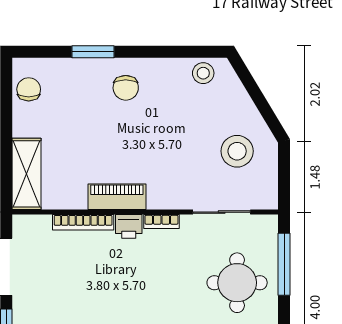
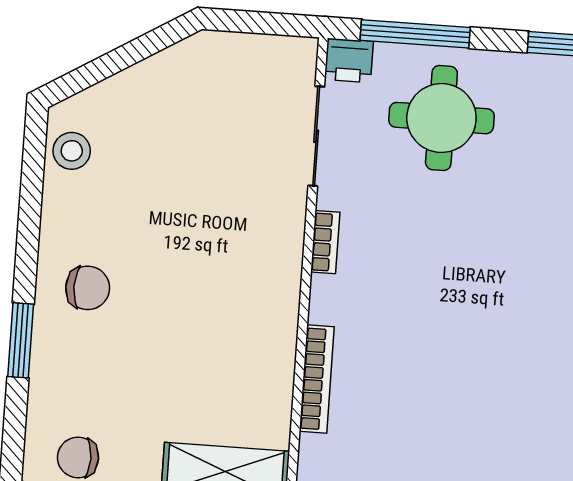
stool: (237, 151) -> (212, 102), removed
piano: (117, 197) -> (276, 317), removed
printer: (129, 226) -> (349, 60), moved, turned 90

